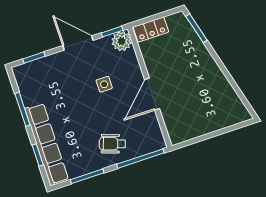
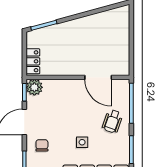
chair: (58, 72) -> (42, 145), added
side table: (104, 84) -> (82, 142), moved
door: (152, 94) -> (98, 77), moved

